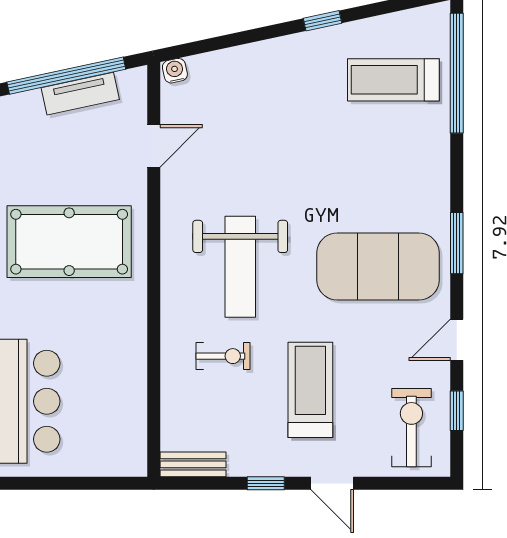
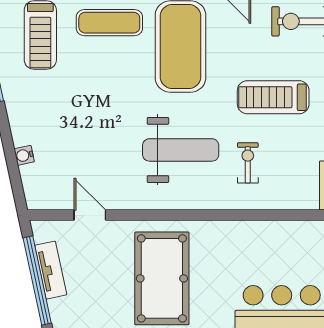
water cooler: (175, 71) -> (24, 155), moved
exercise mat: (410, 172) -> (109, 23), added

